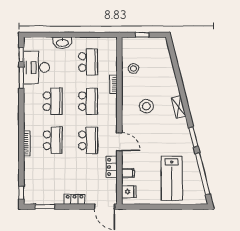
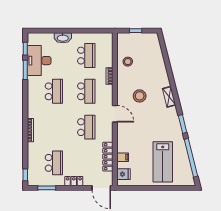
school desk: (53, 140) -> (54, 163), moved
door: (119, 142) -> (115, 114), moved
locker: (112, 167) -> (108, 157), width x1.53

